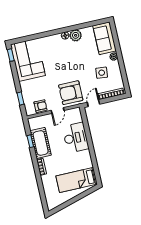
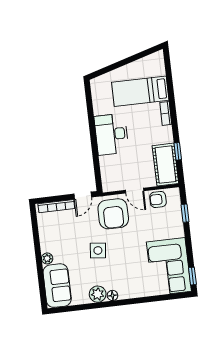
side table: (102, 73) -> (98, 250), moved
armchair: (71, 93) -> (113, 214), turned 90
door: (58, 110) -> (135, 191), swing flipped
desk: (76, 138) -> (111, 134), moved
cot: (41, 143) -> (165, 165), moved
bed: (77, 180) -> (140, 91), moved, turned 180

